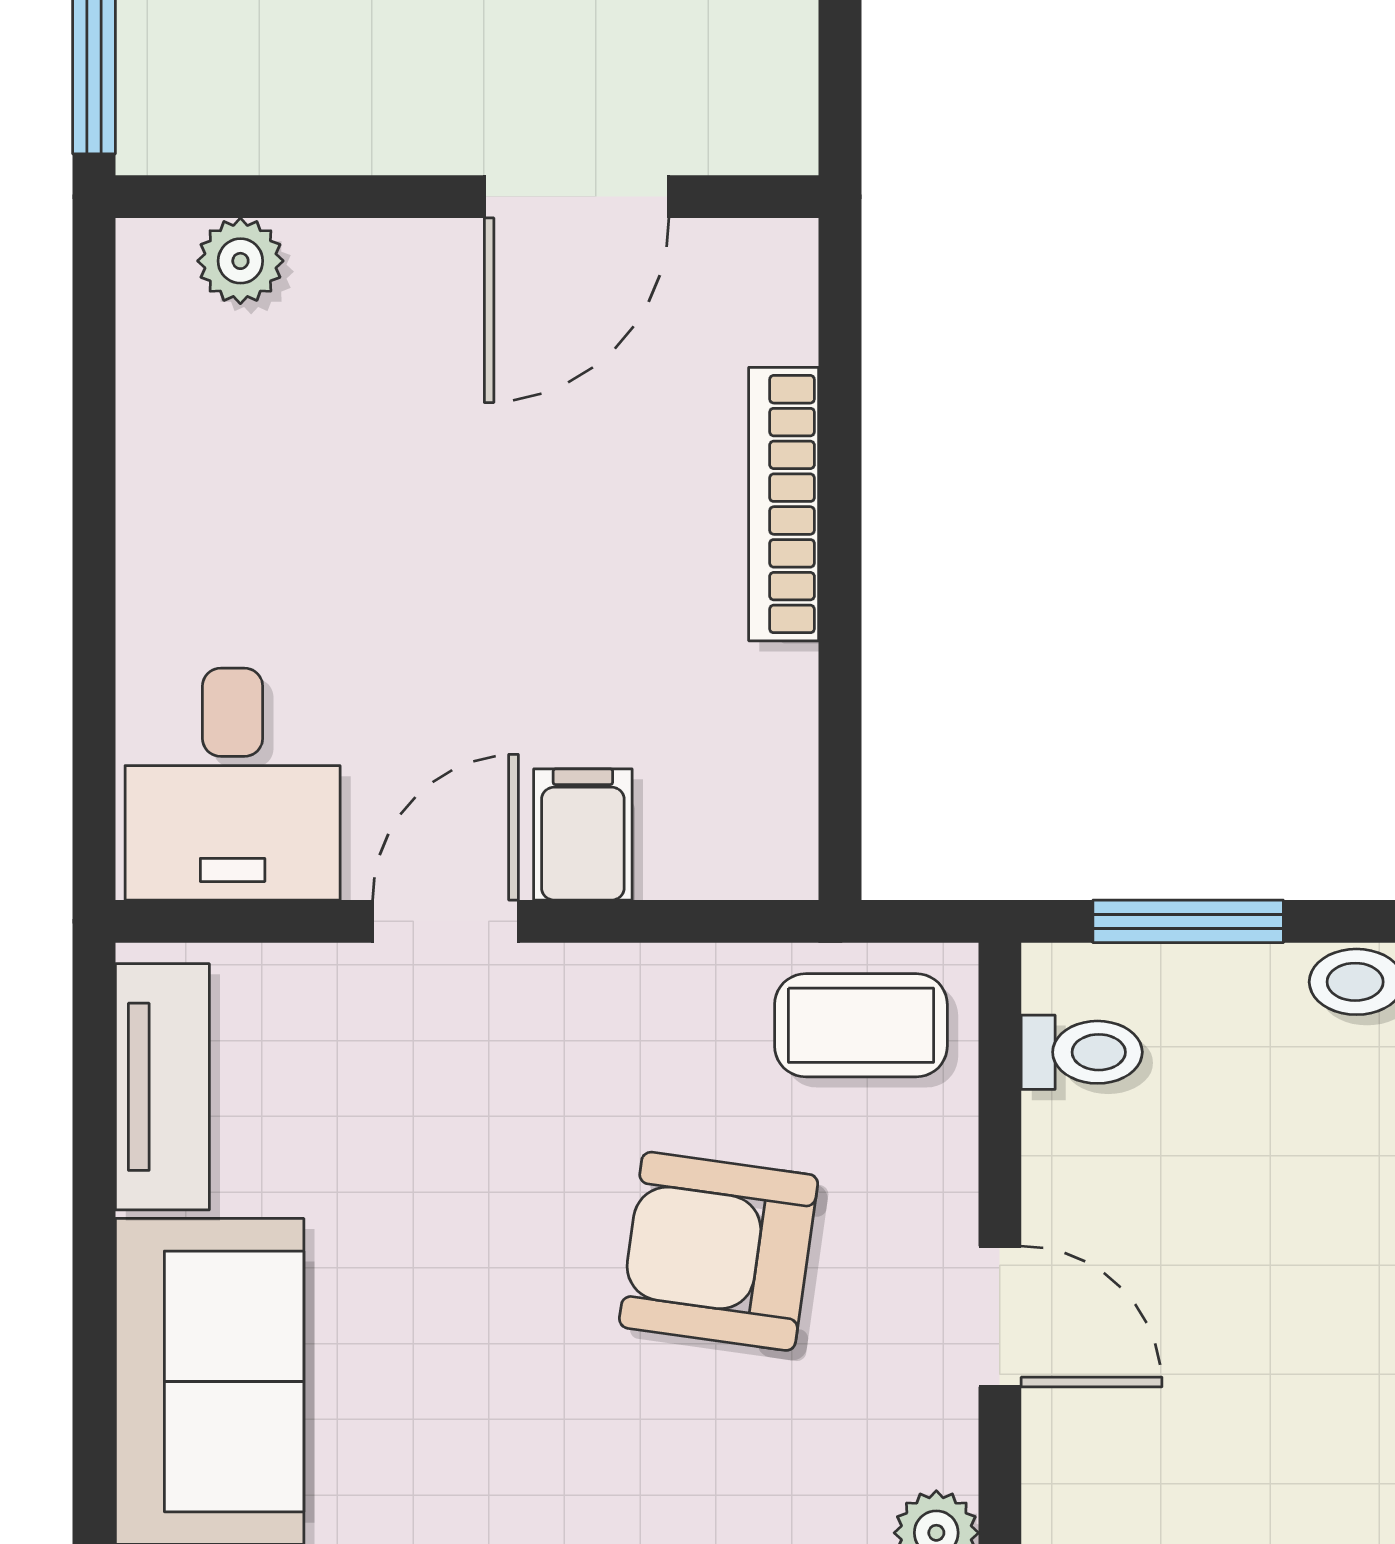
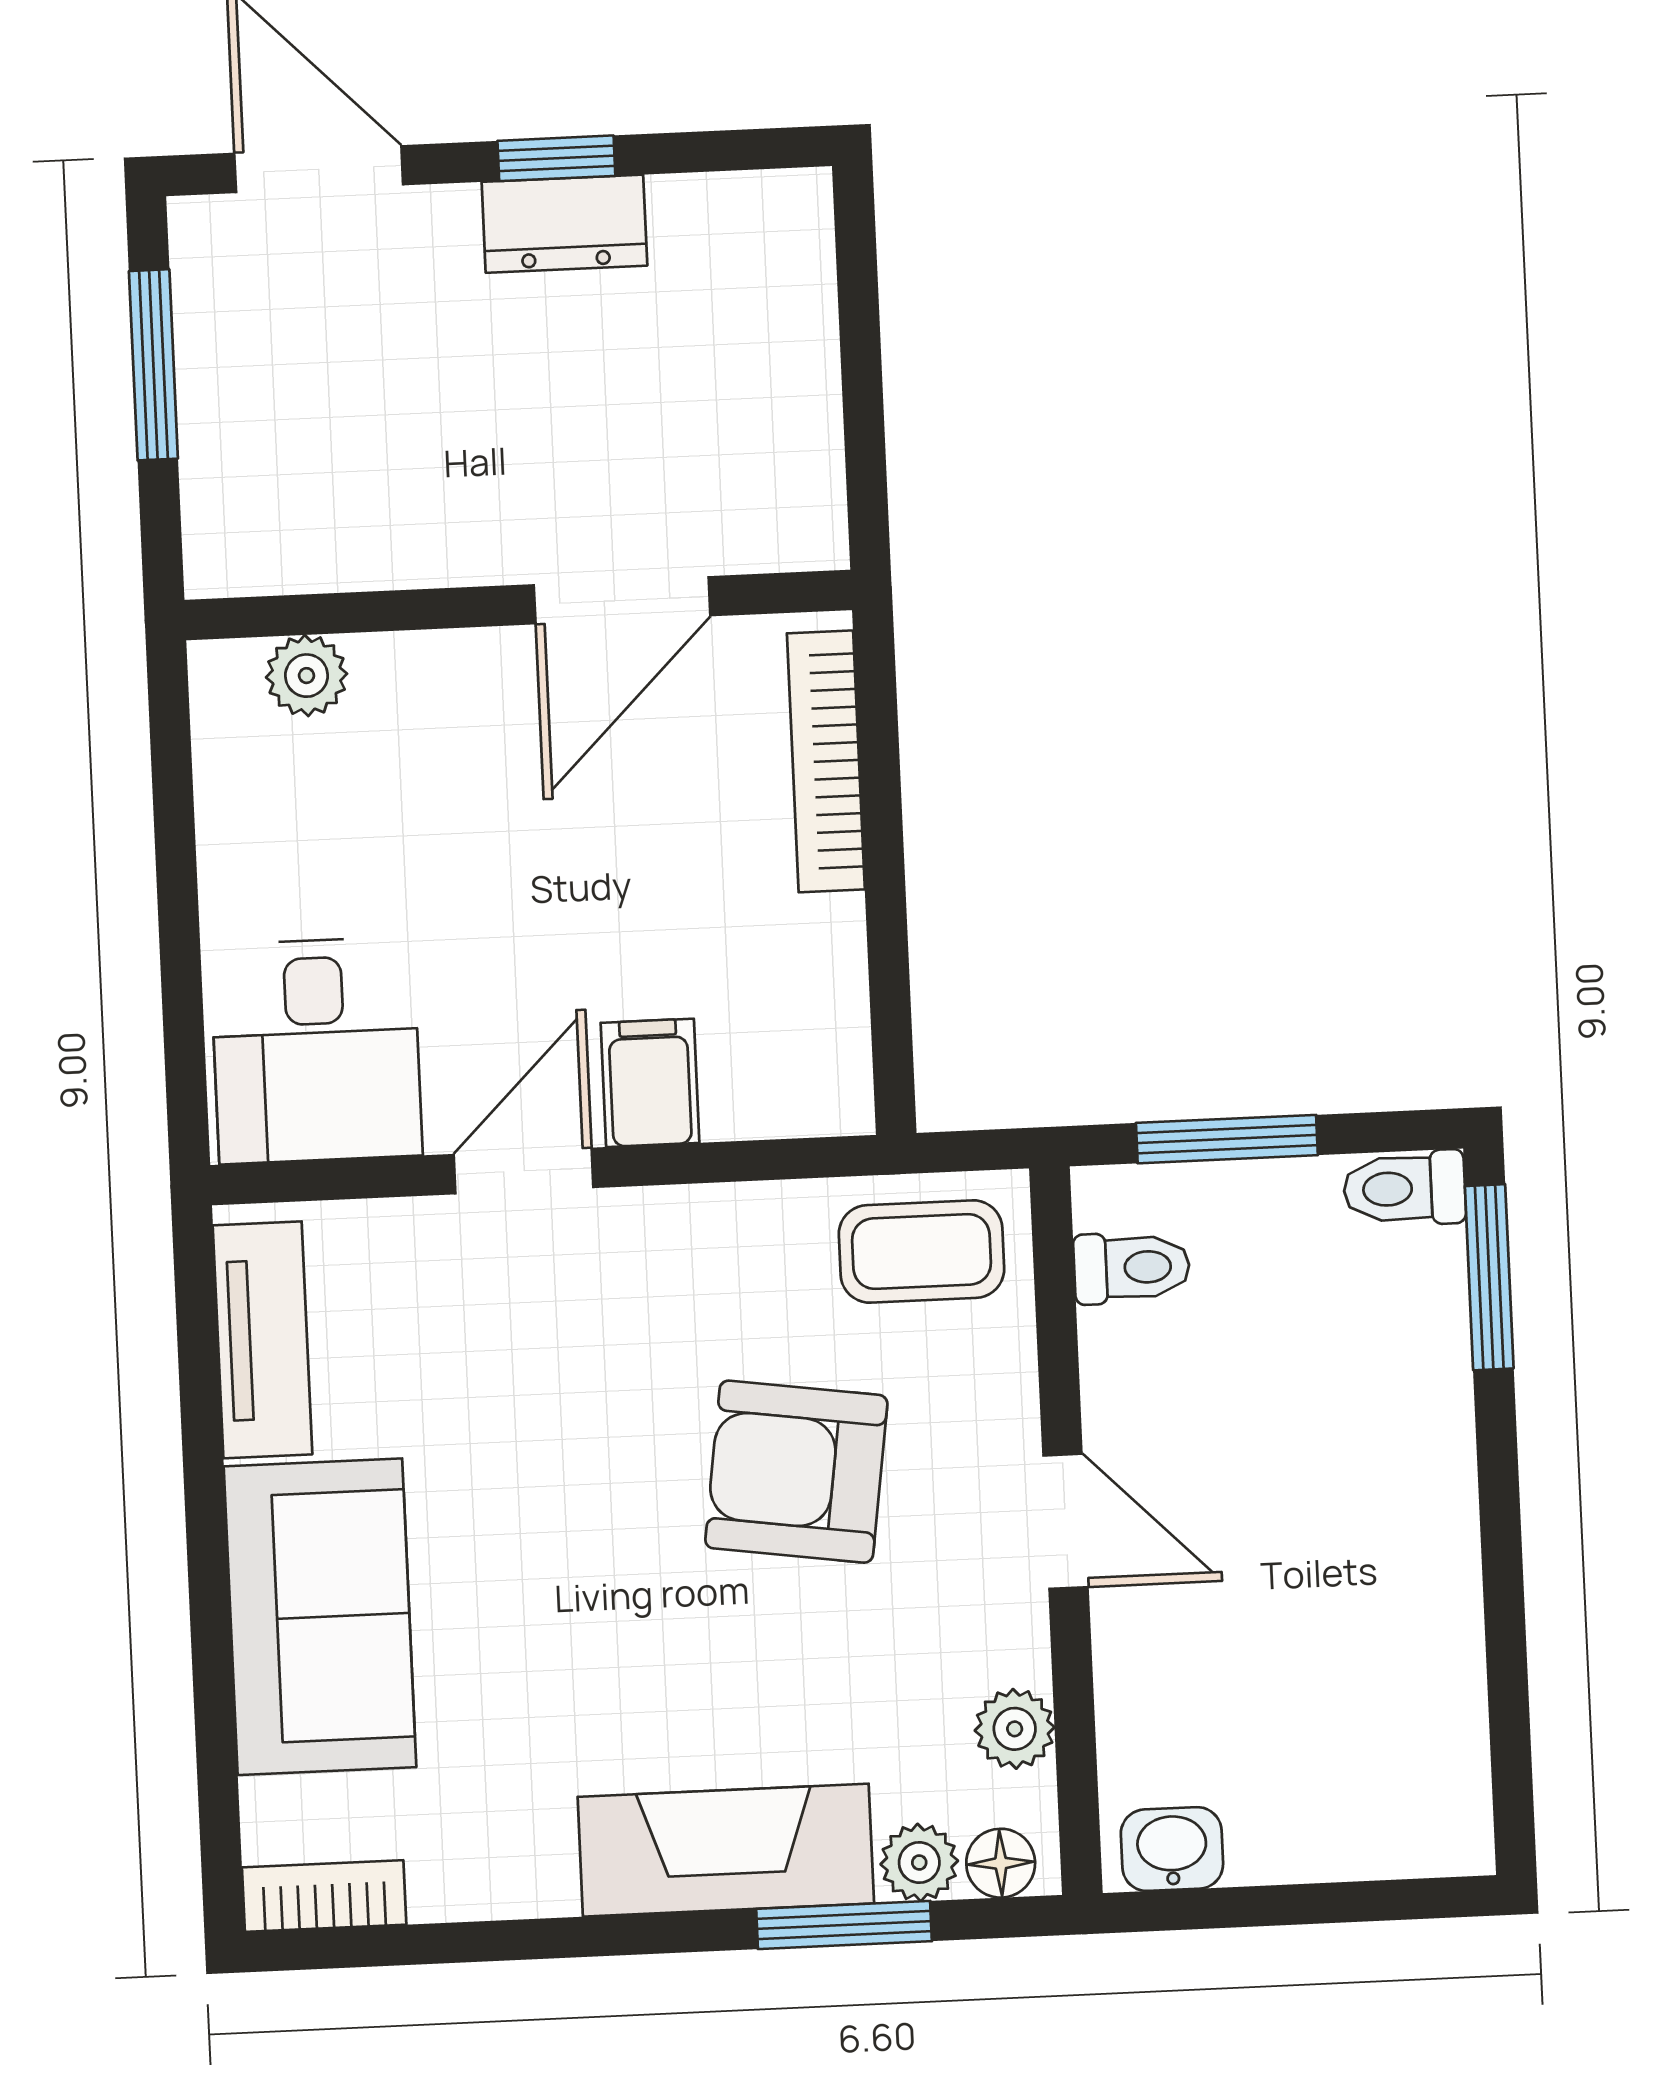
wall: (467, 197) -> (518, 605), moved
door: (577, 197) -> (622, 600), moved
plant: (240, 261) -> (307, 676), moved

